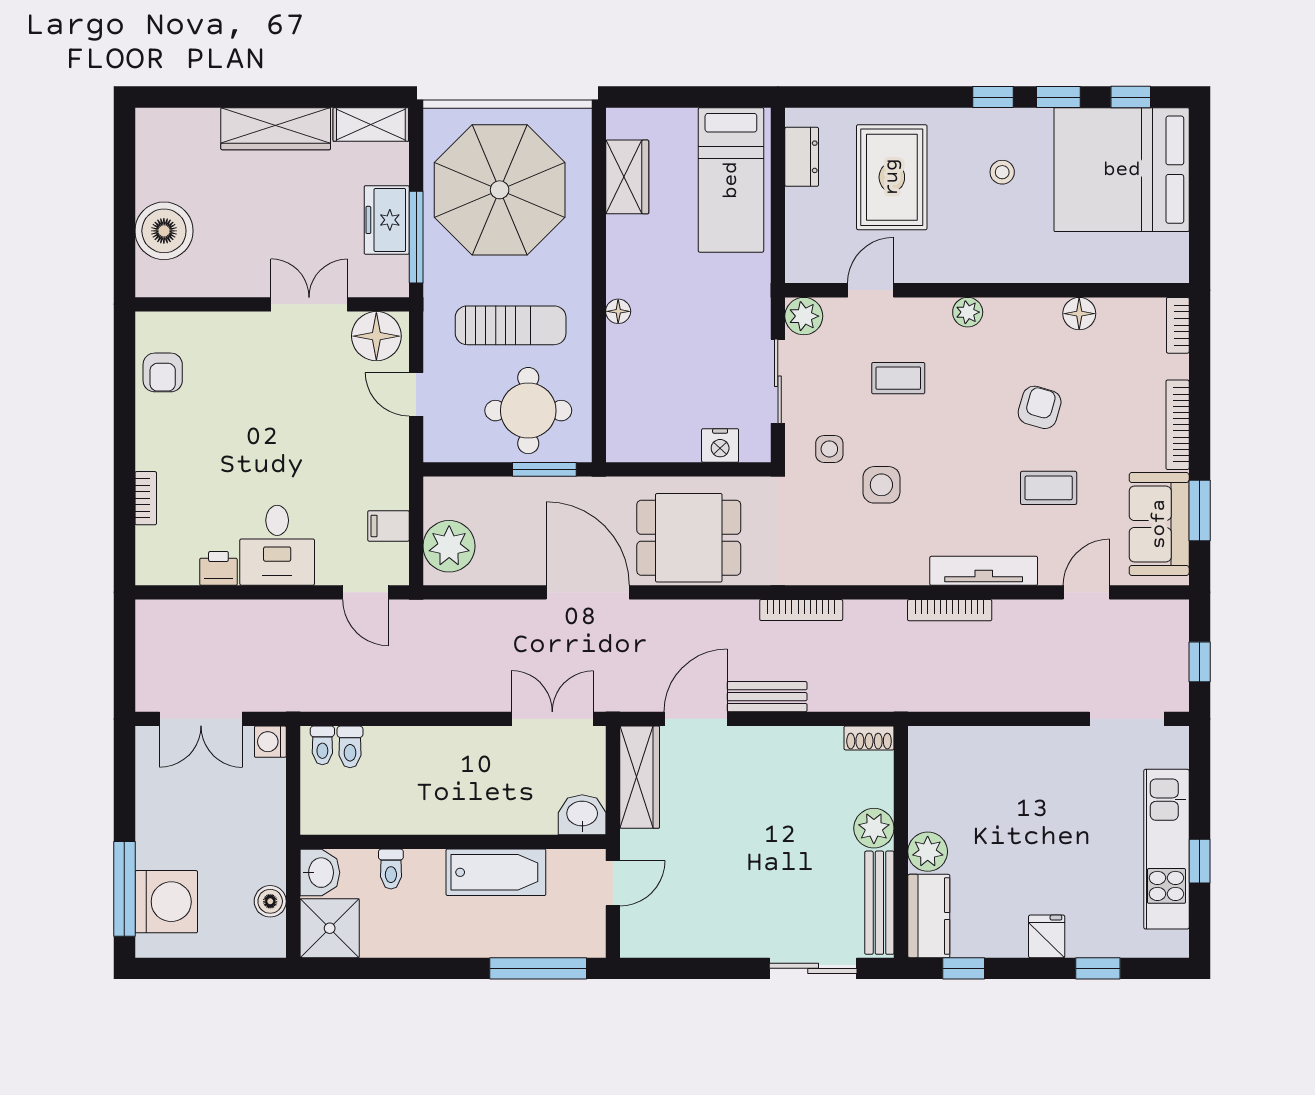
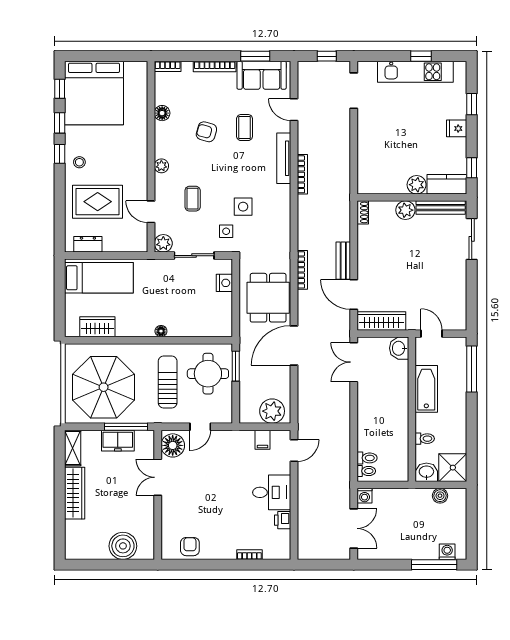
stool: (1002, 172) -> (79, 162), moved
armchair: (163, 372) -> (190, 547), turned -90
bookcase: (801, 610) -> (302, 270), moved
washing machine: (166, 902) -> (447, 552), width x0.53, depth x0.53

